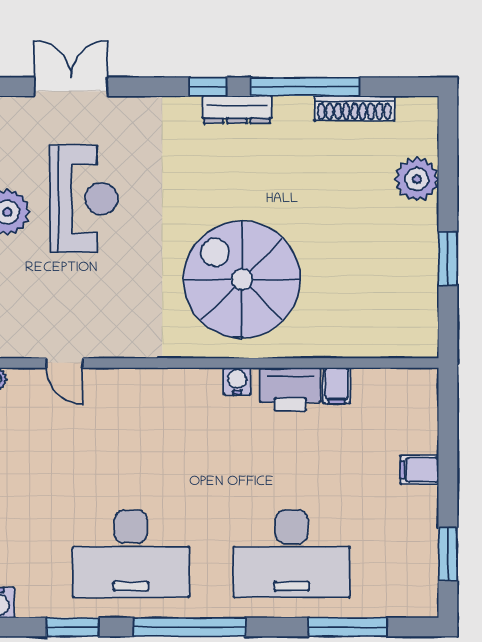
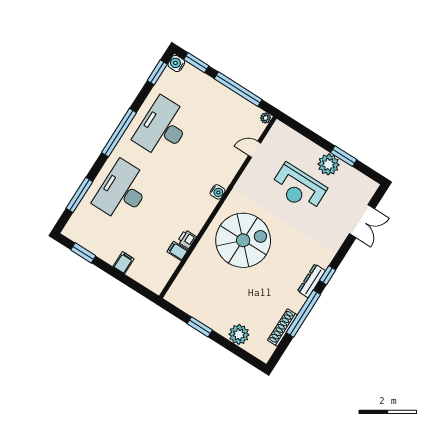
reception desk: (84, 199) -> (299, 188), moved
water cooler: (237, 381) -> (218, 192), moved
printer: (290, 389) -> (187, 239), width x0.53, depth x0.68
window: (73, 627) -> (157, 72), moved

